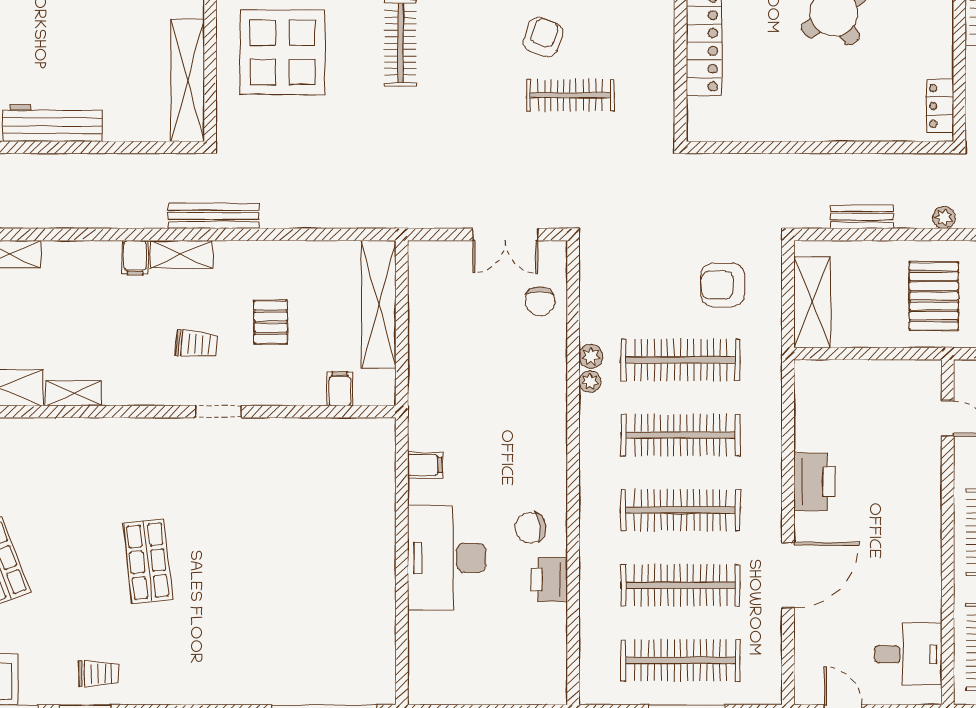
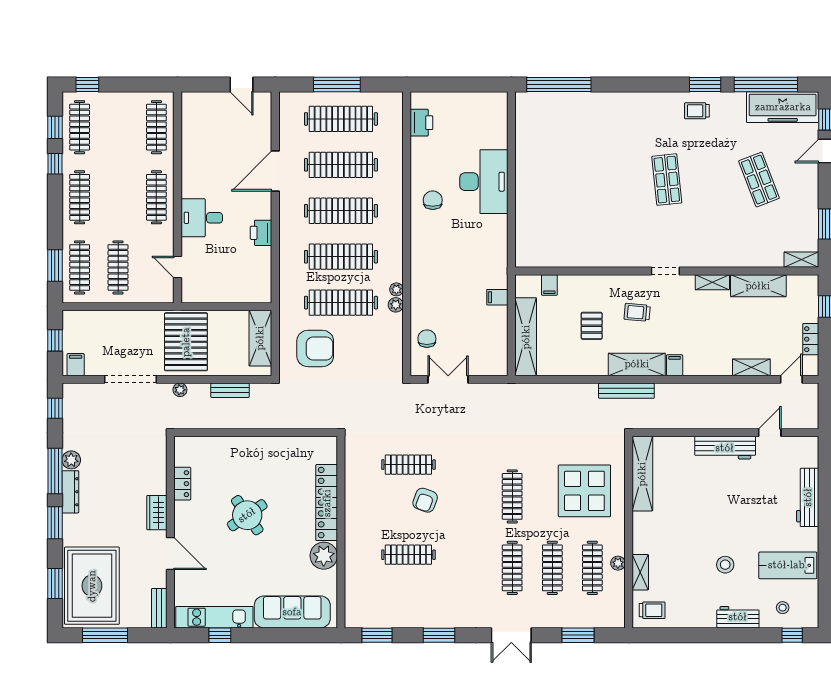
locker: (940, 106) -> (182, 484), moved
shelving: (181, 254) -> (637, 364), width x1.50, depth x1.33
armchair: (723, 285) -> (315, 348), width x1.36, depth x1.36
pallet: (934, 296) -> (186, 342), width x1.37, depth x1.41
doorway: (218, 412) -> (665, 271), moved
filing cabinet: (425, 465) -> (497, 297), moved
printer: (814, 482) -> (261, 233), width x0.73, depth x0.84
chair: (530, 528) -> (433, 200), turned -83
printer: (549, 579) -> (421, 123), moved
desk: (908, 654) -> (202, 218), moved

